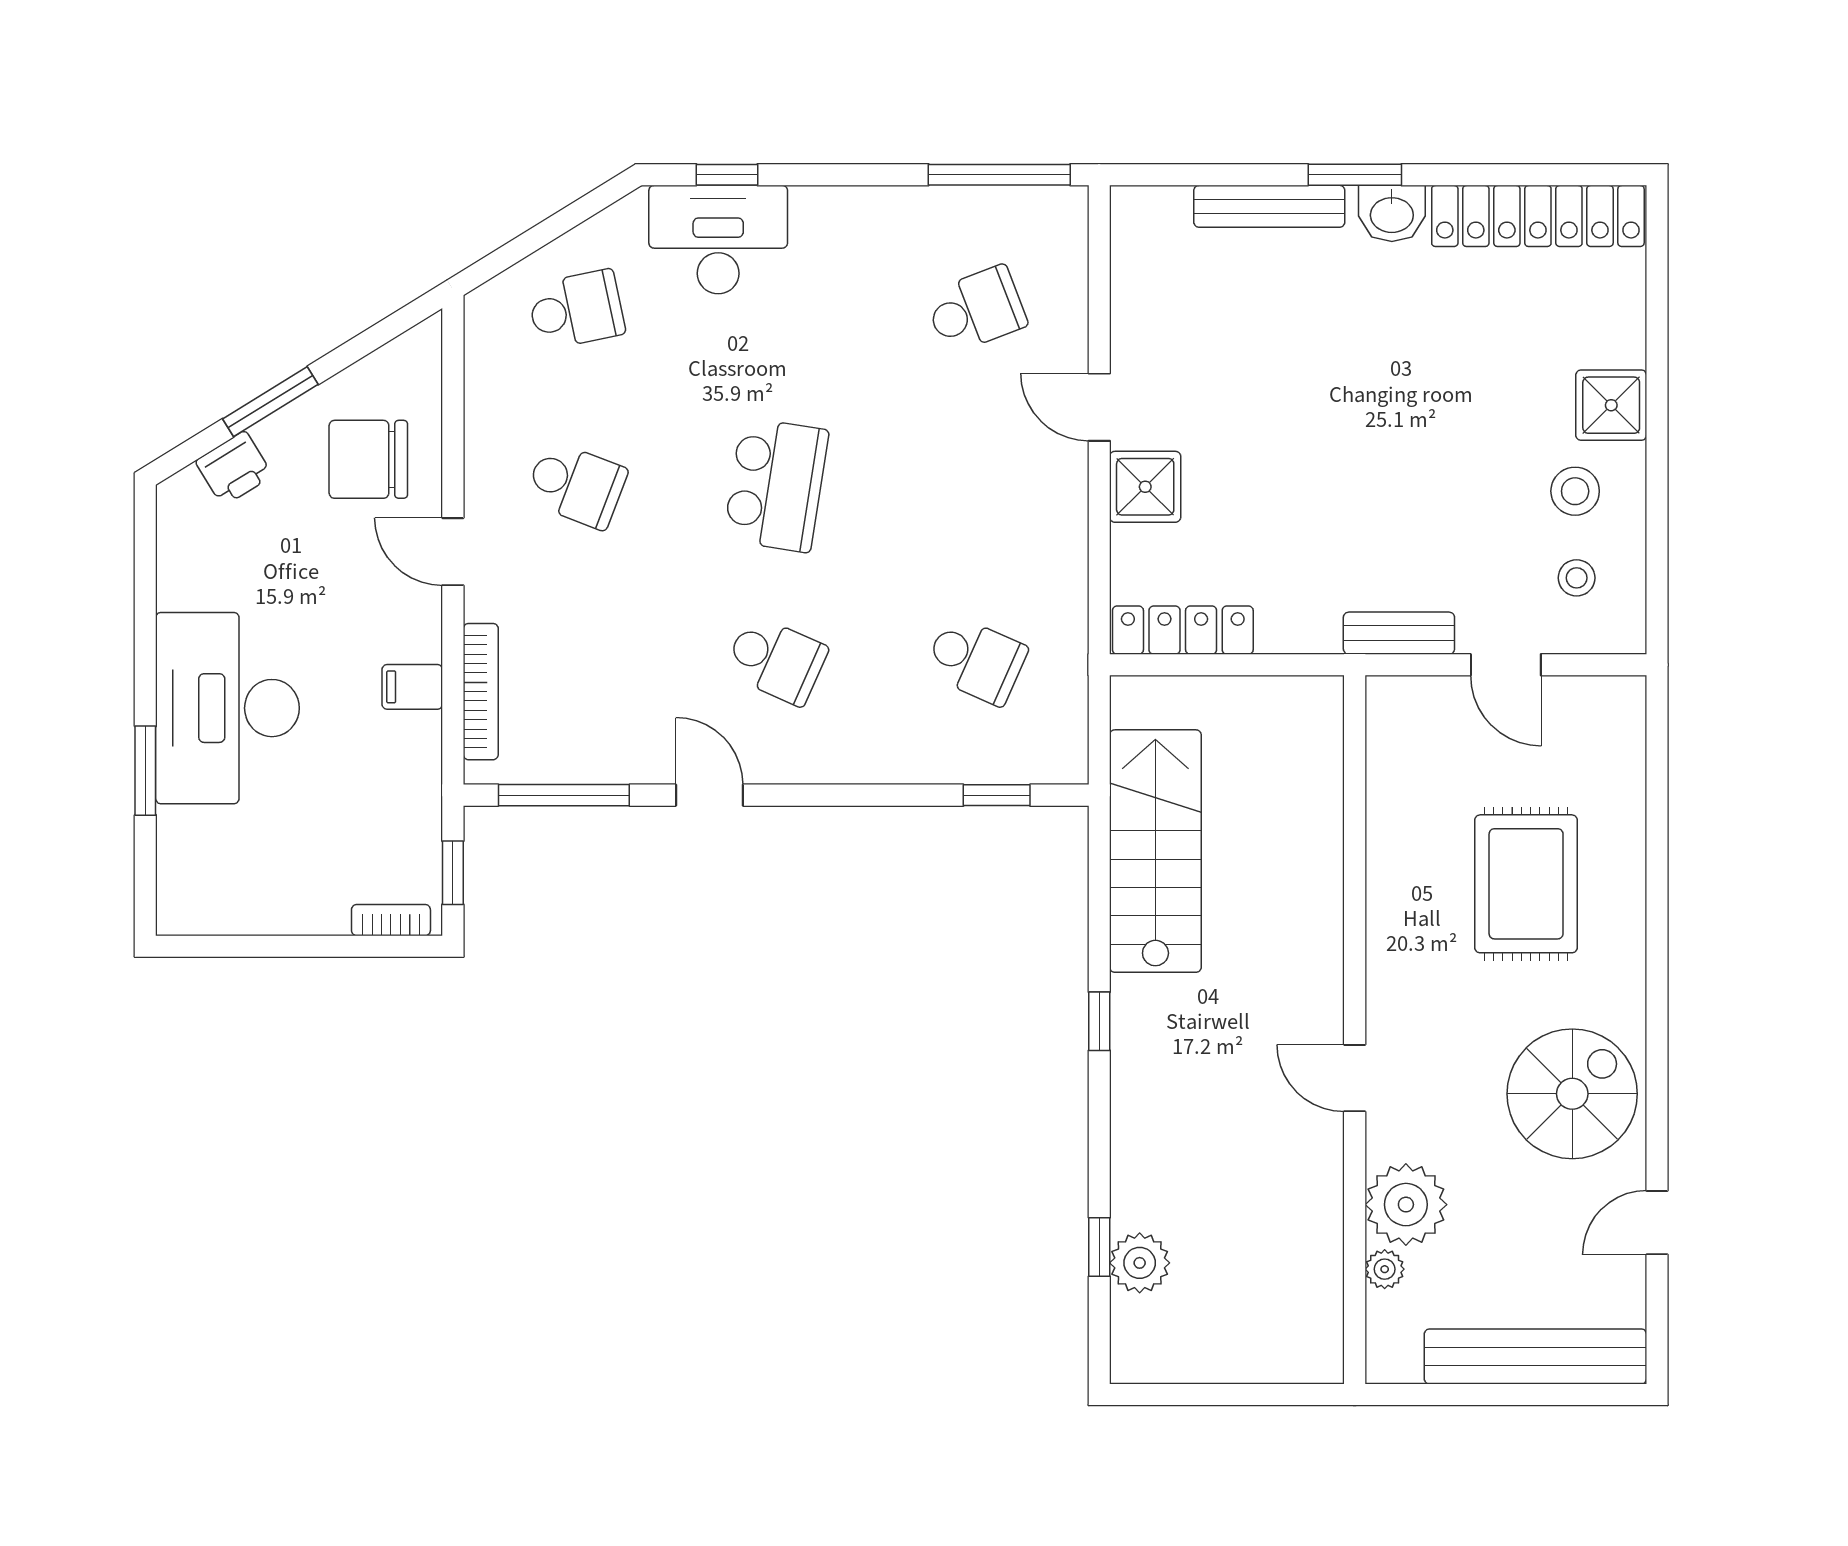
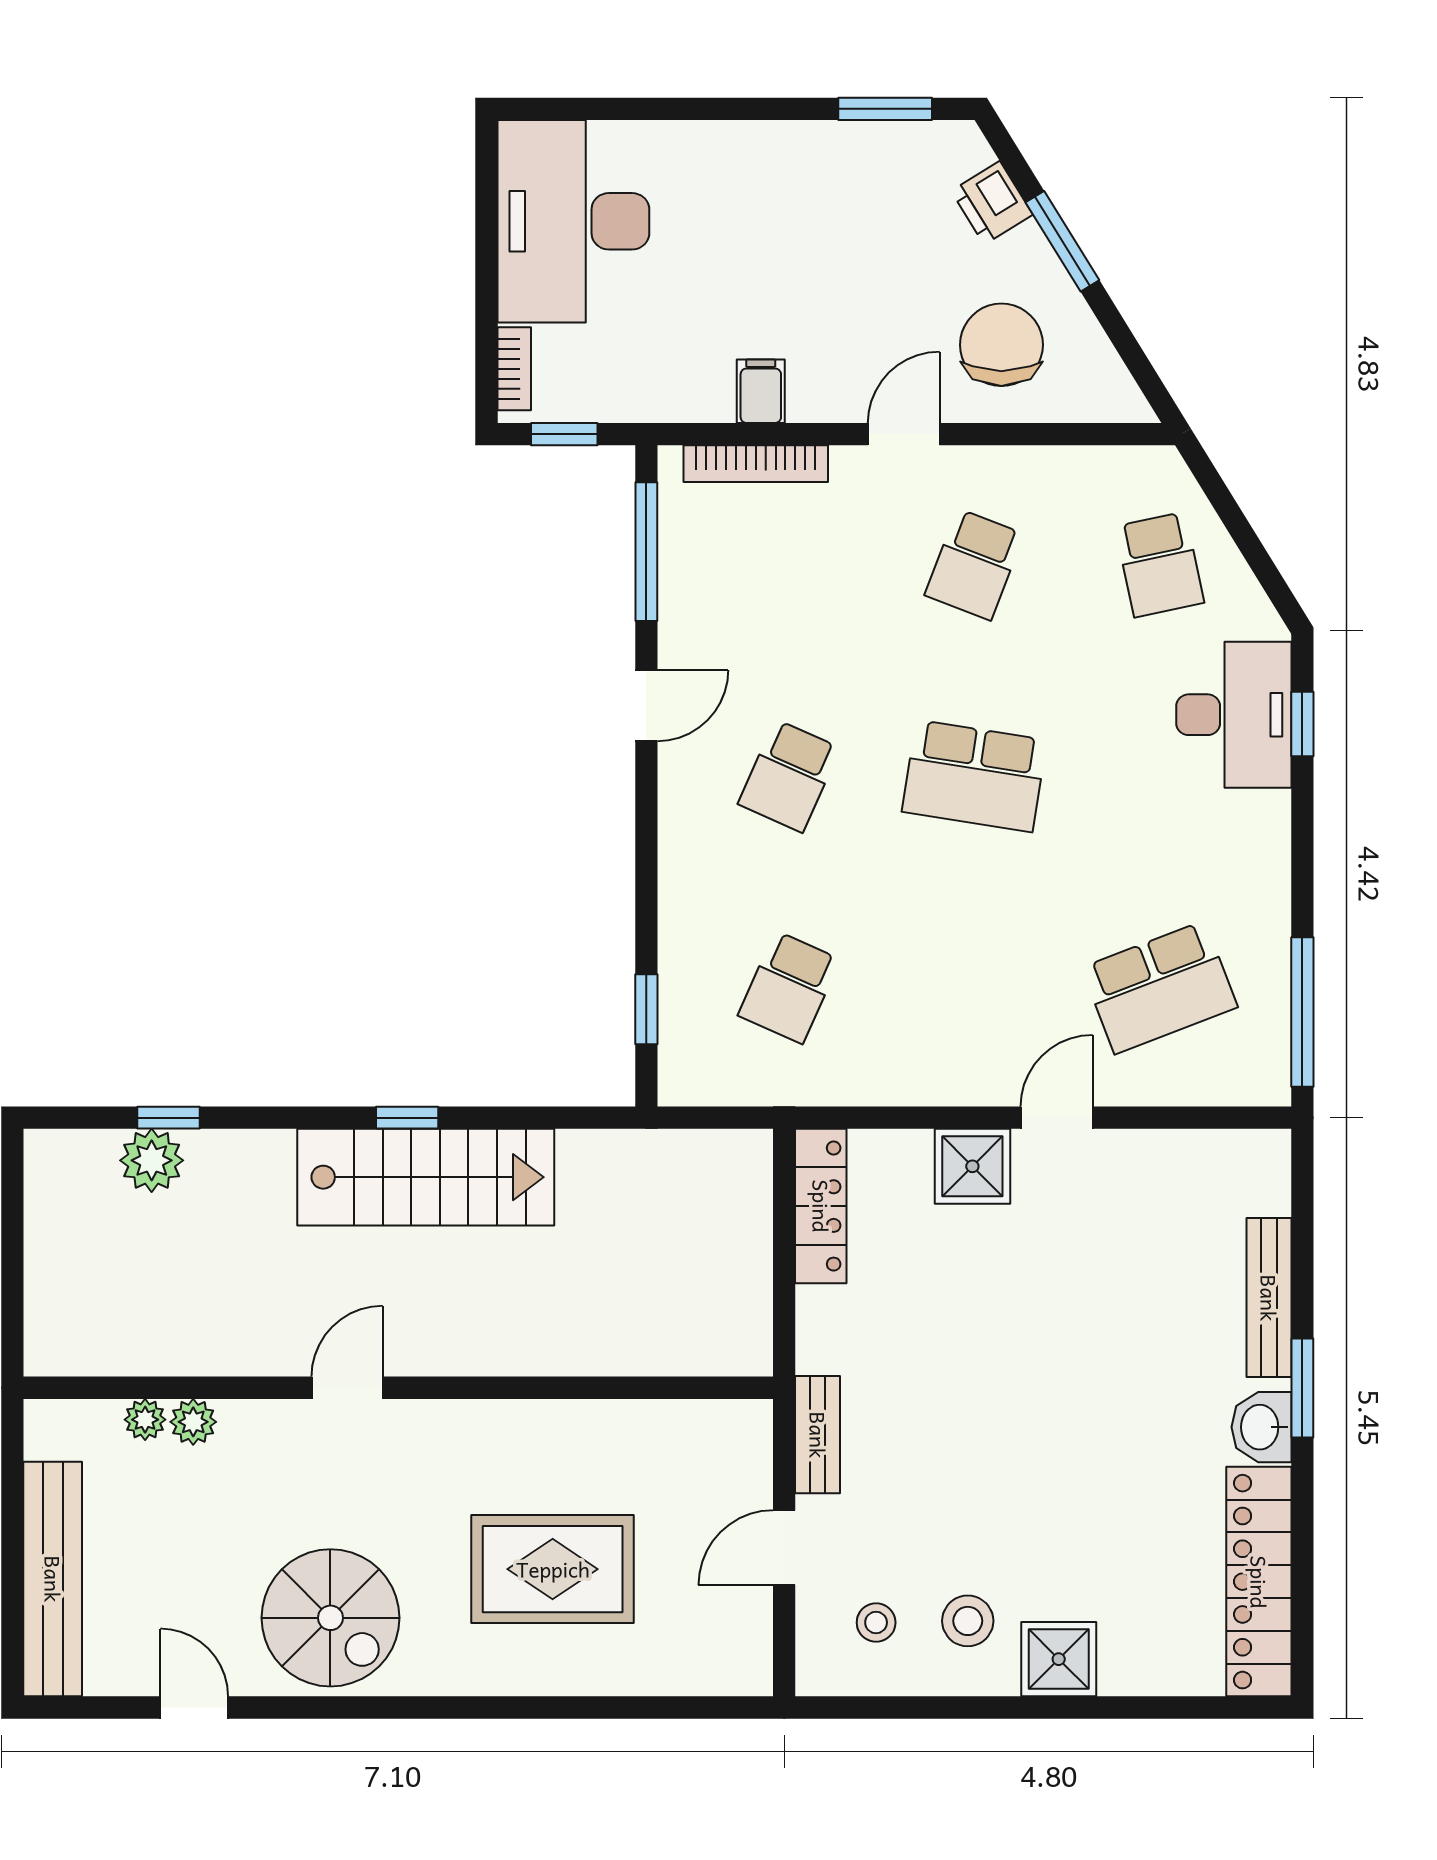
school desk: (976, 310) -> (1160, 987), width x1.85
desk: (227, 708) -> (573, 221), moved, turned -90
window: (145, 771) -> (885, 109), moved
stairs: (1155, 851) -> (426, 1177), moved
plant: (1406, 1205) -> (193, 1422), width x0.53, depth x0.53

